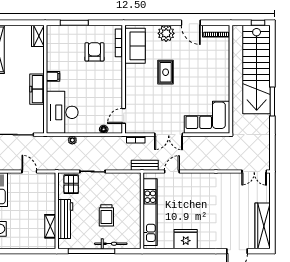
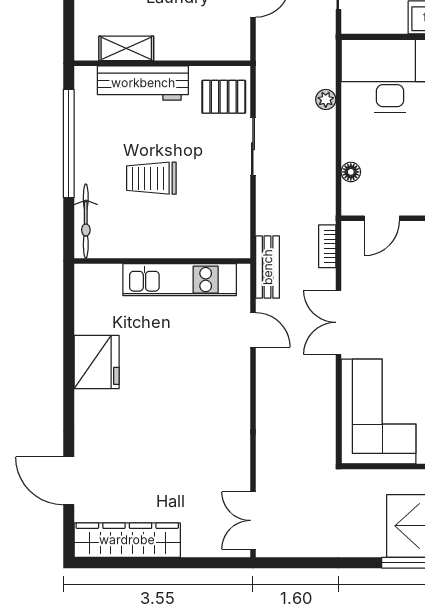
door: (124, 116) -> (382, 218), swing flipped
kitchen unit: (150, 212) -> (180, 280), width x0.73
bicycle: (111, 244) -> (86, 221), moved

